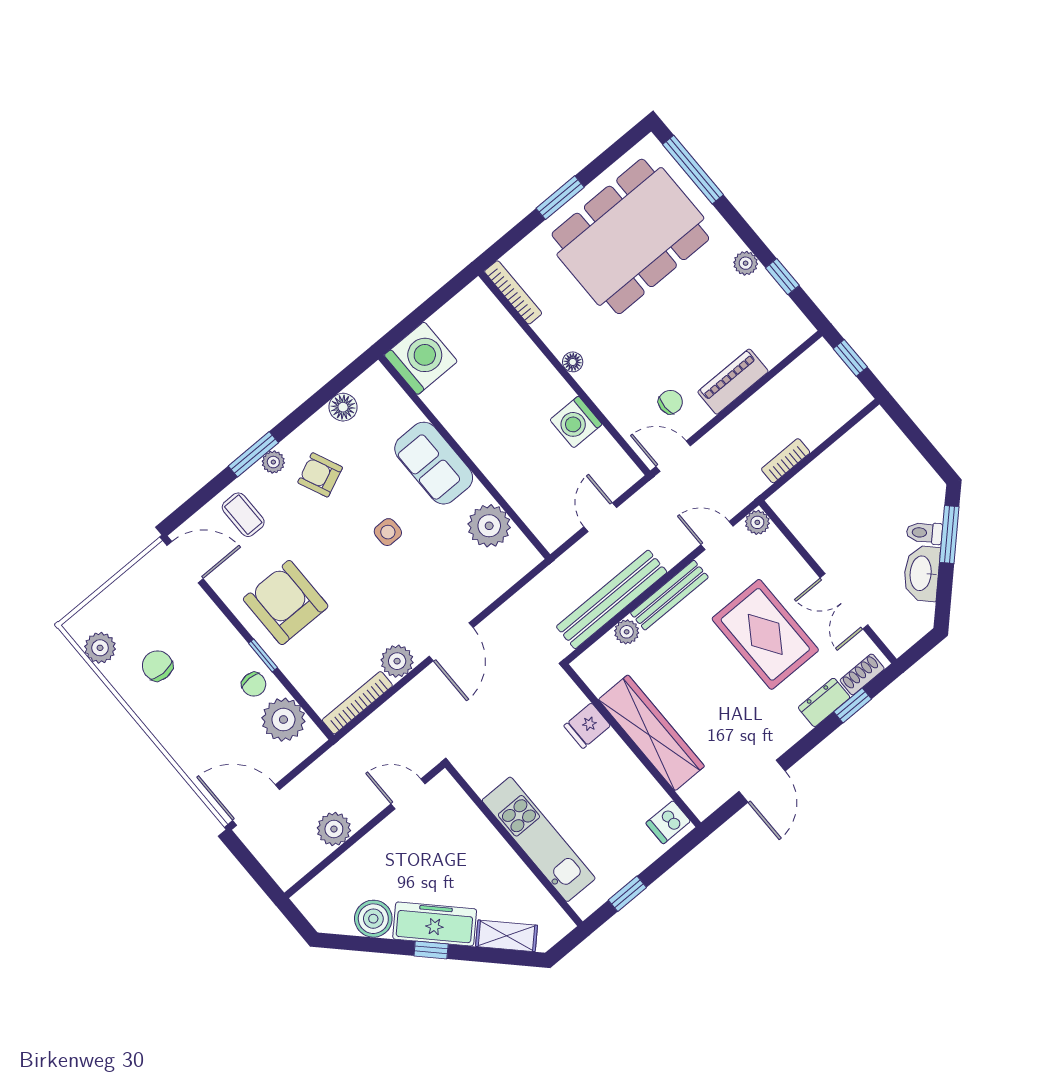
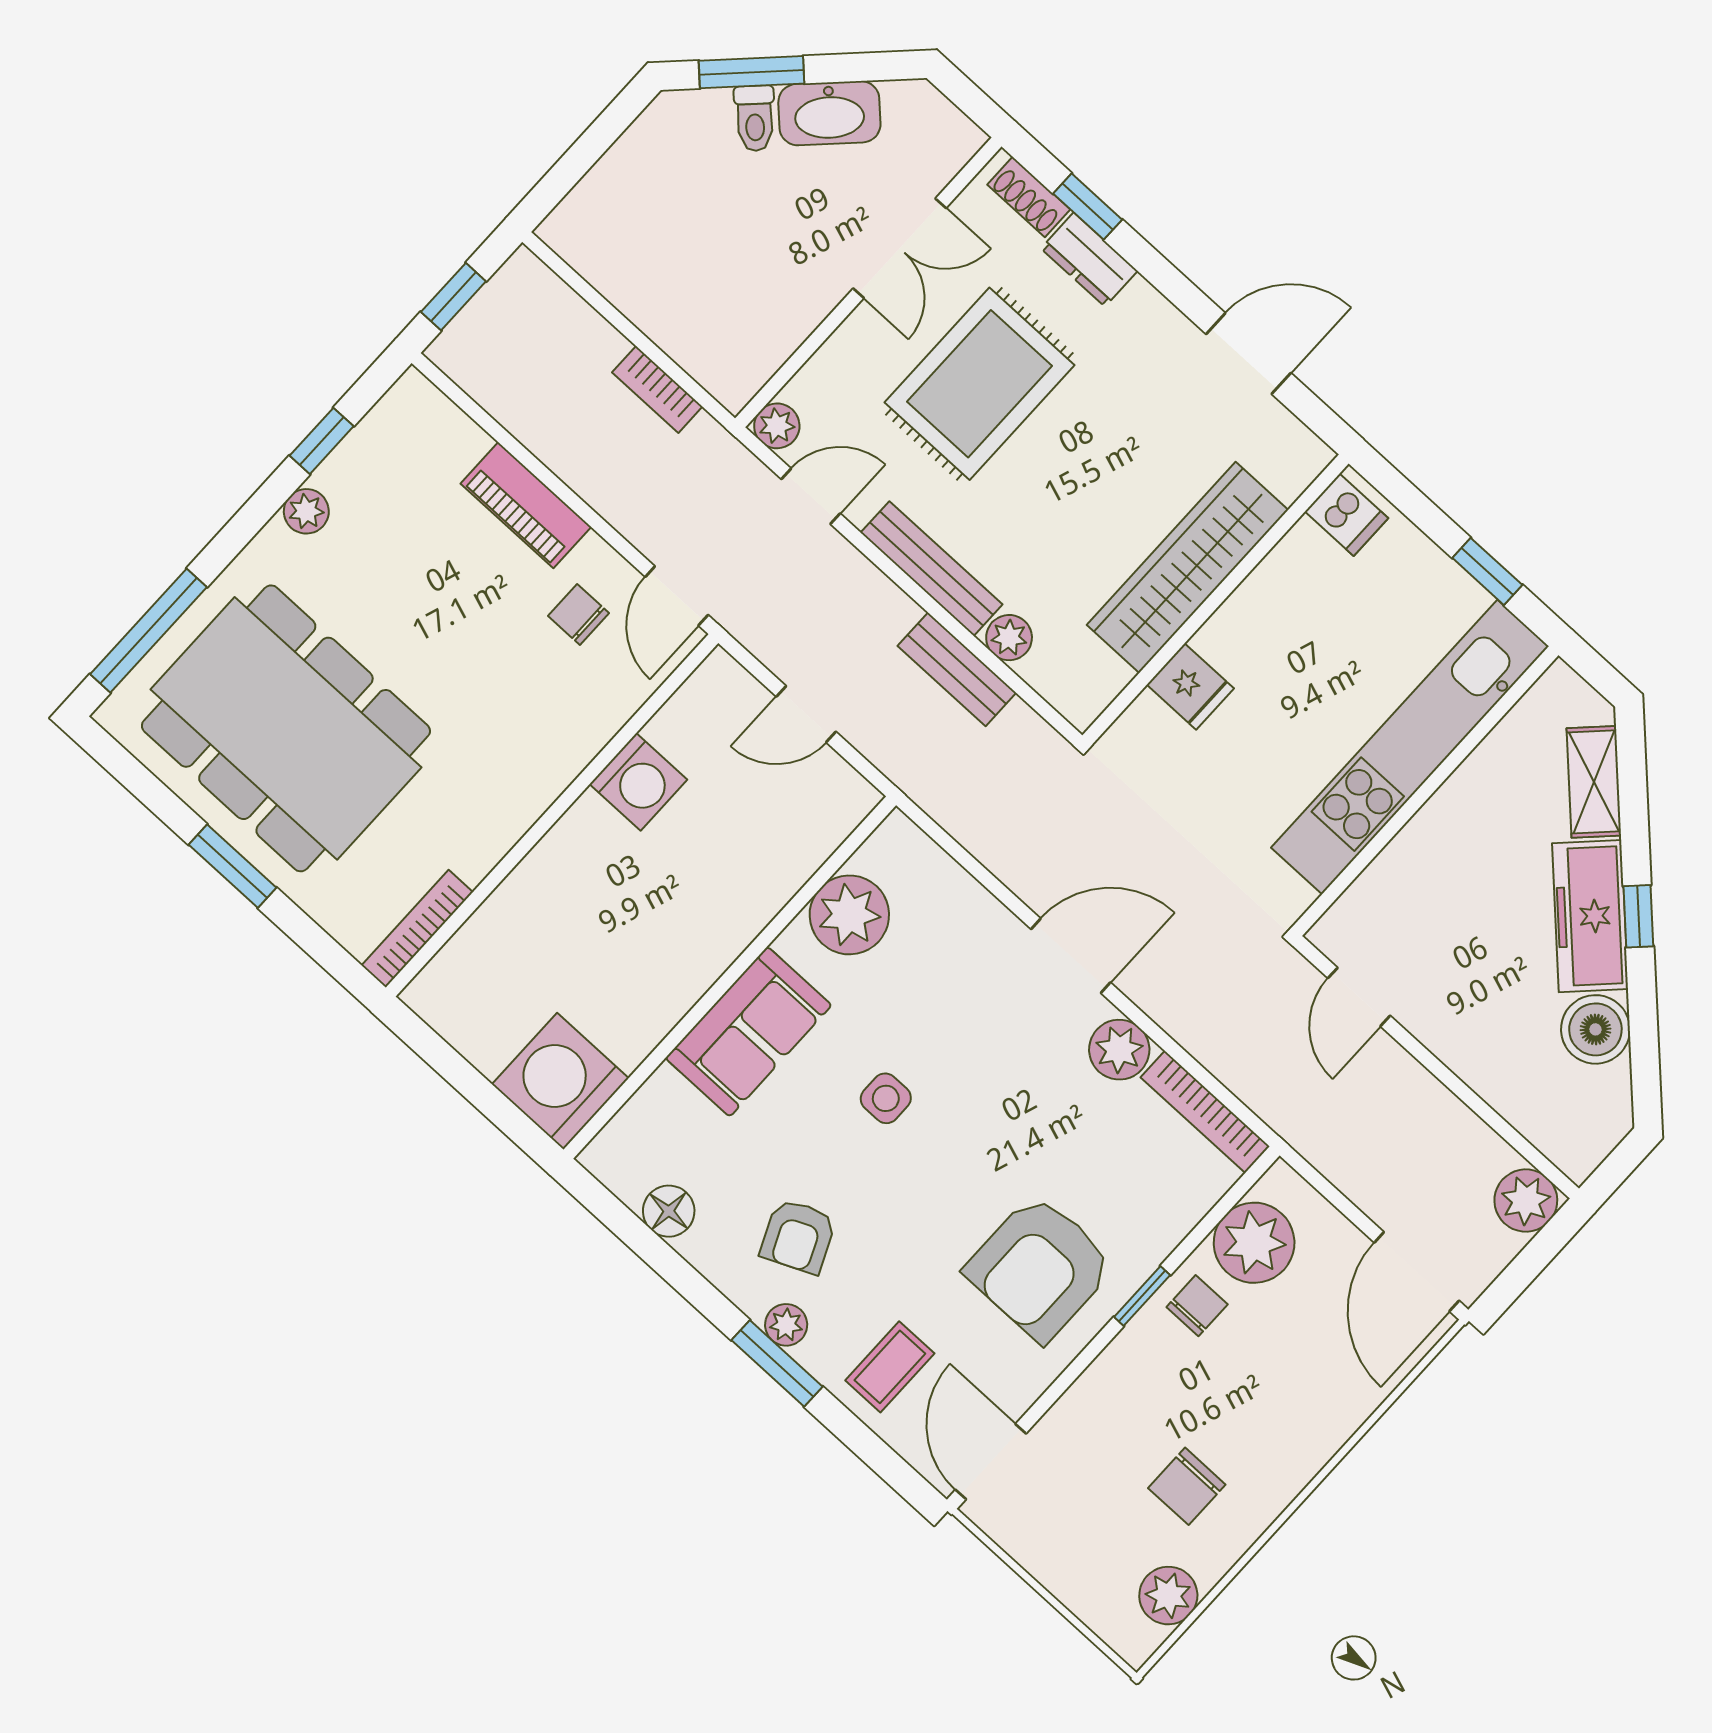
floor lamp: (573, 362) -> (530, 803), removed
door: (717, 535) -> (811, 496), swing flipped
bench: (612, 599) -> (957, 669), width x0.54, depth x0.82
plant: (334, 829) -> (1526, 1201), moved
kitchen unit: (539, 839) -> (1410, 747), width x1.36

